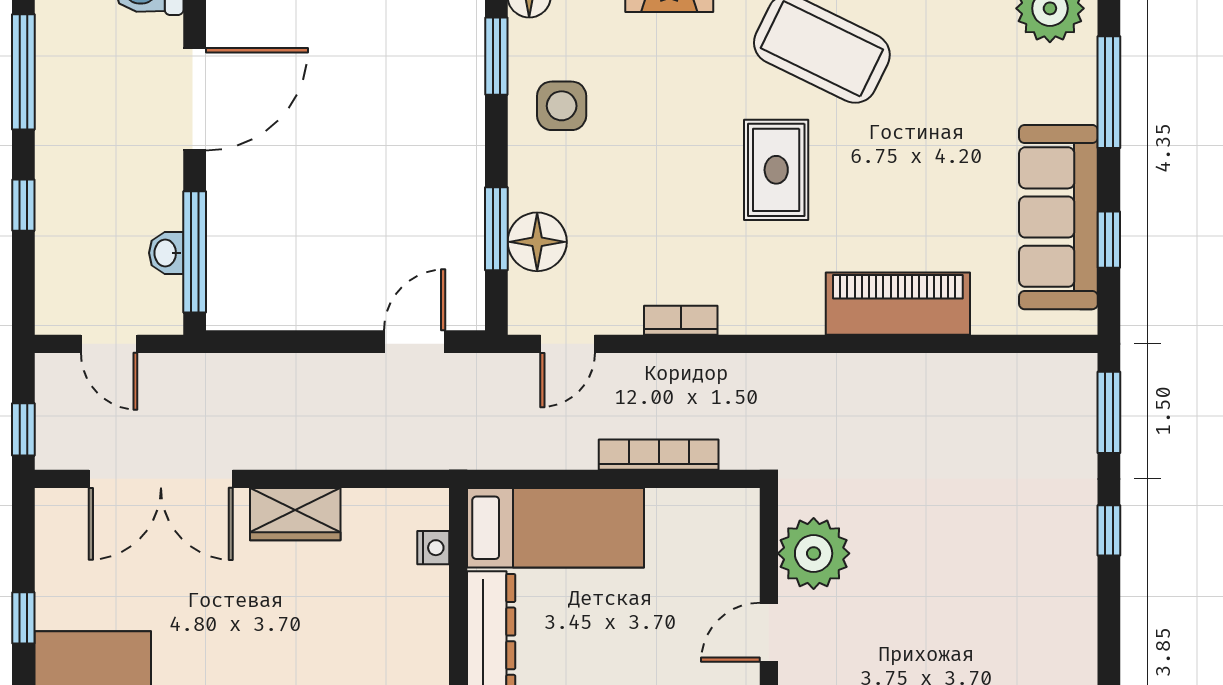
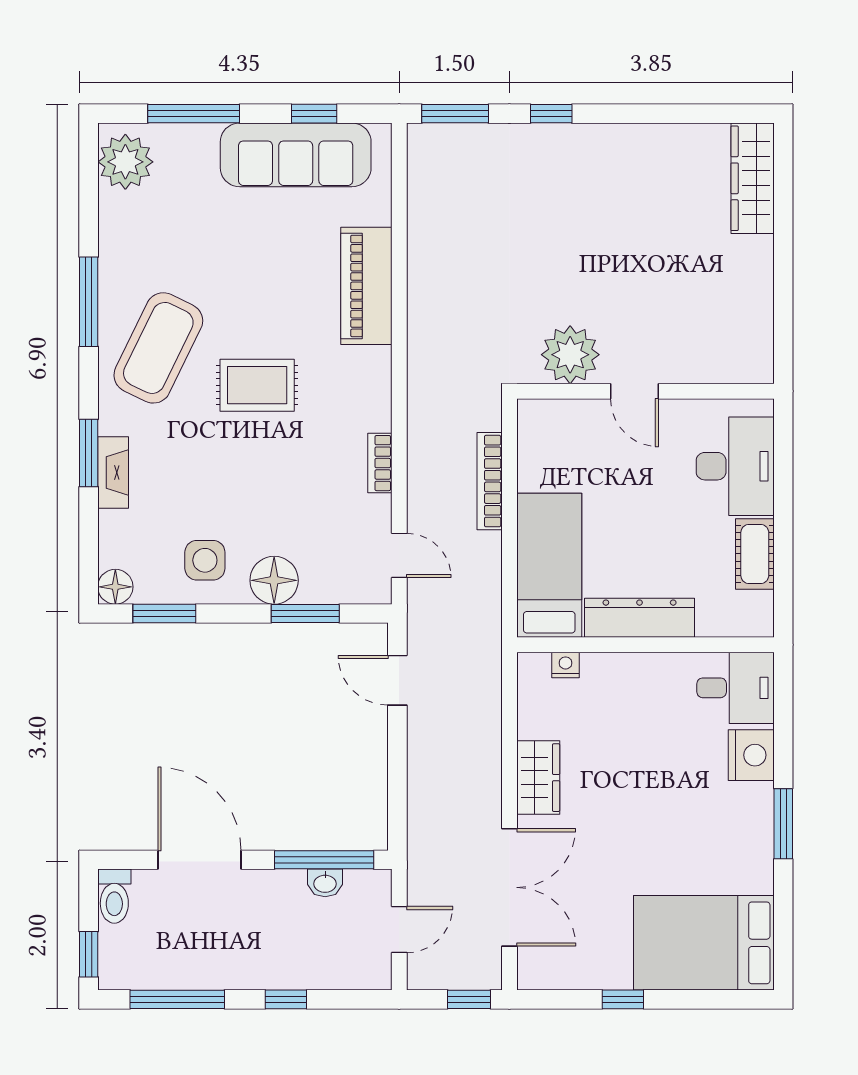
floor lamp: (537, 242) -> (274, 580), moved

